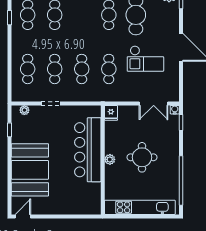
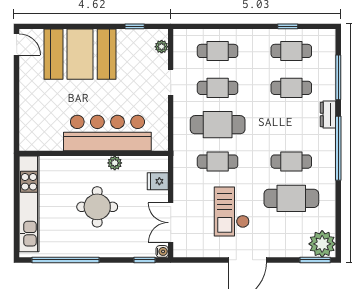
cafe table: (82, 69) -> (218, 125), width x1.37, depth x1.35
fridge: (111, 113) -> (158, 181), moved
plant: (110, 159) -> (115, 163), moved

